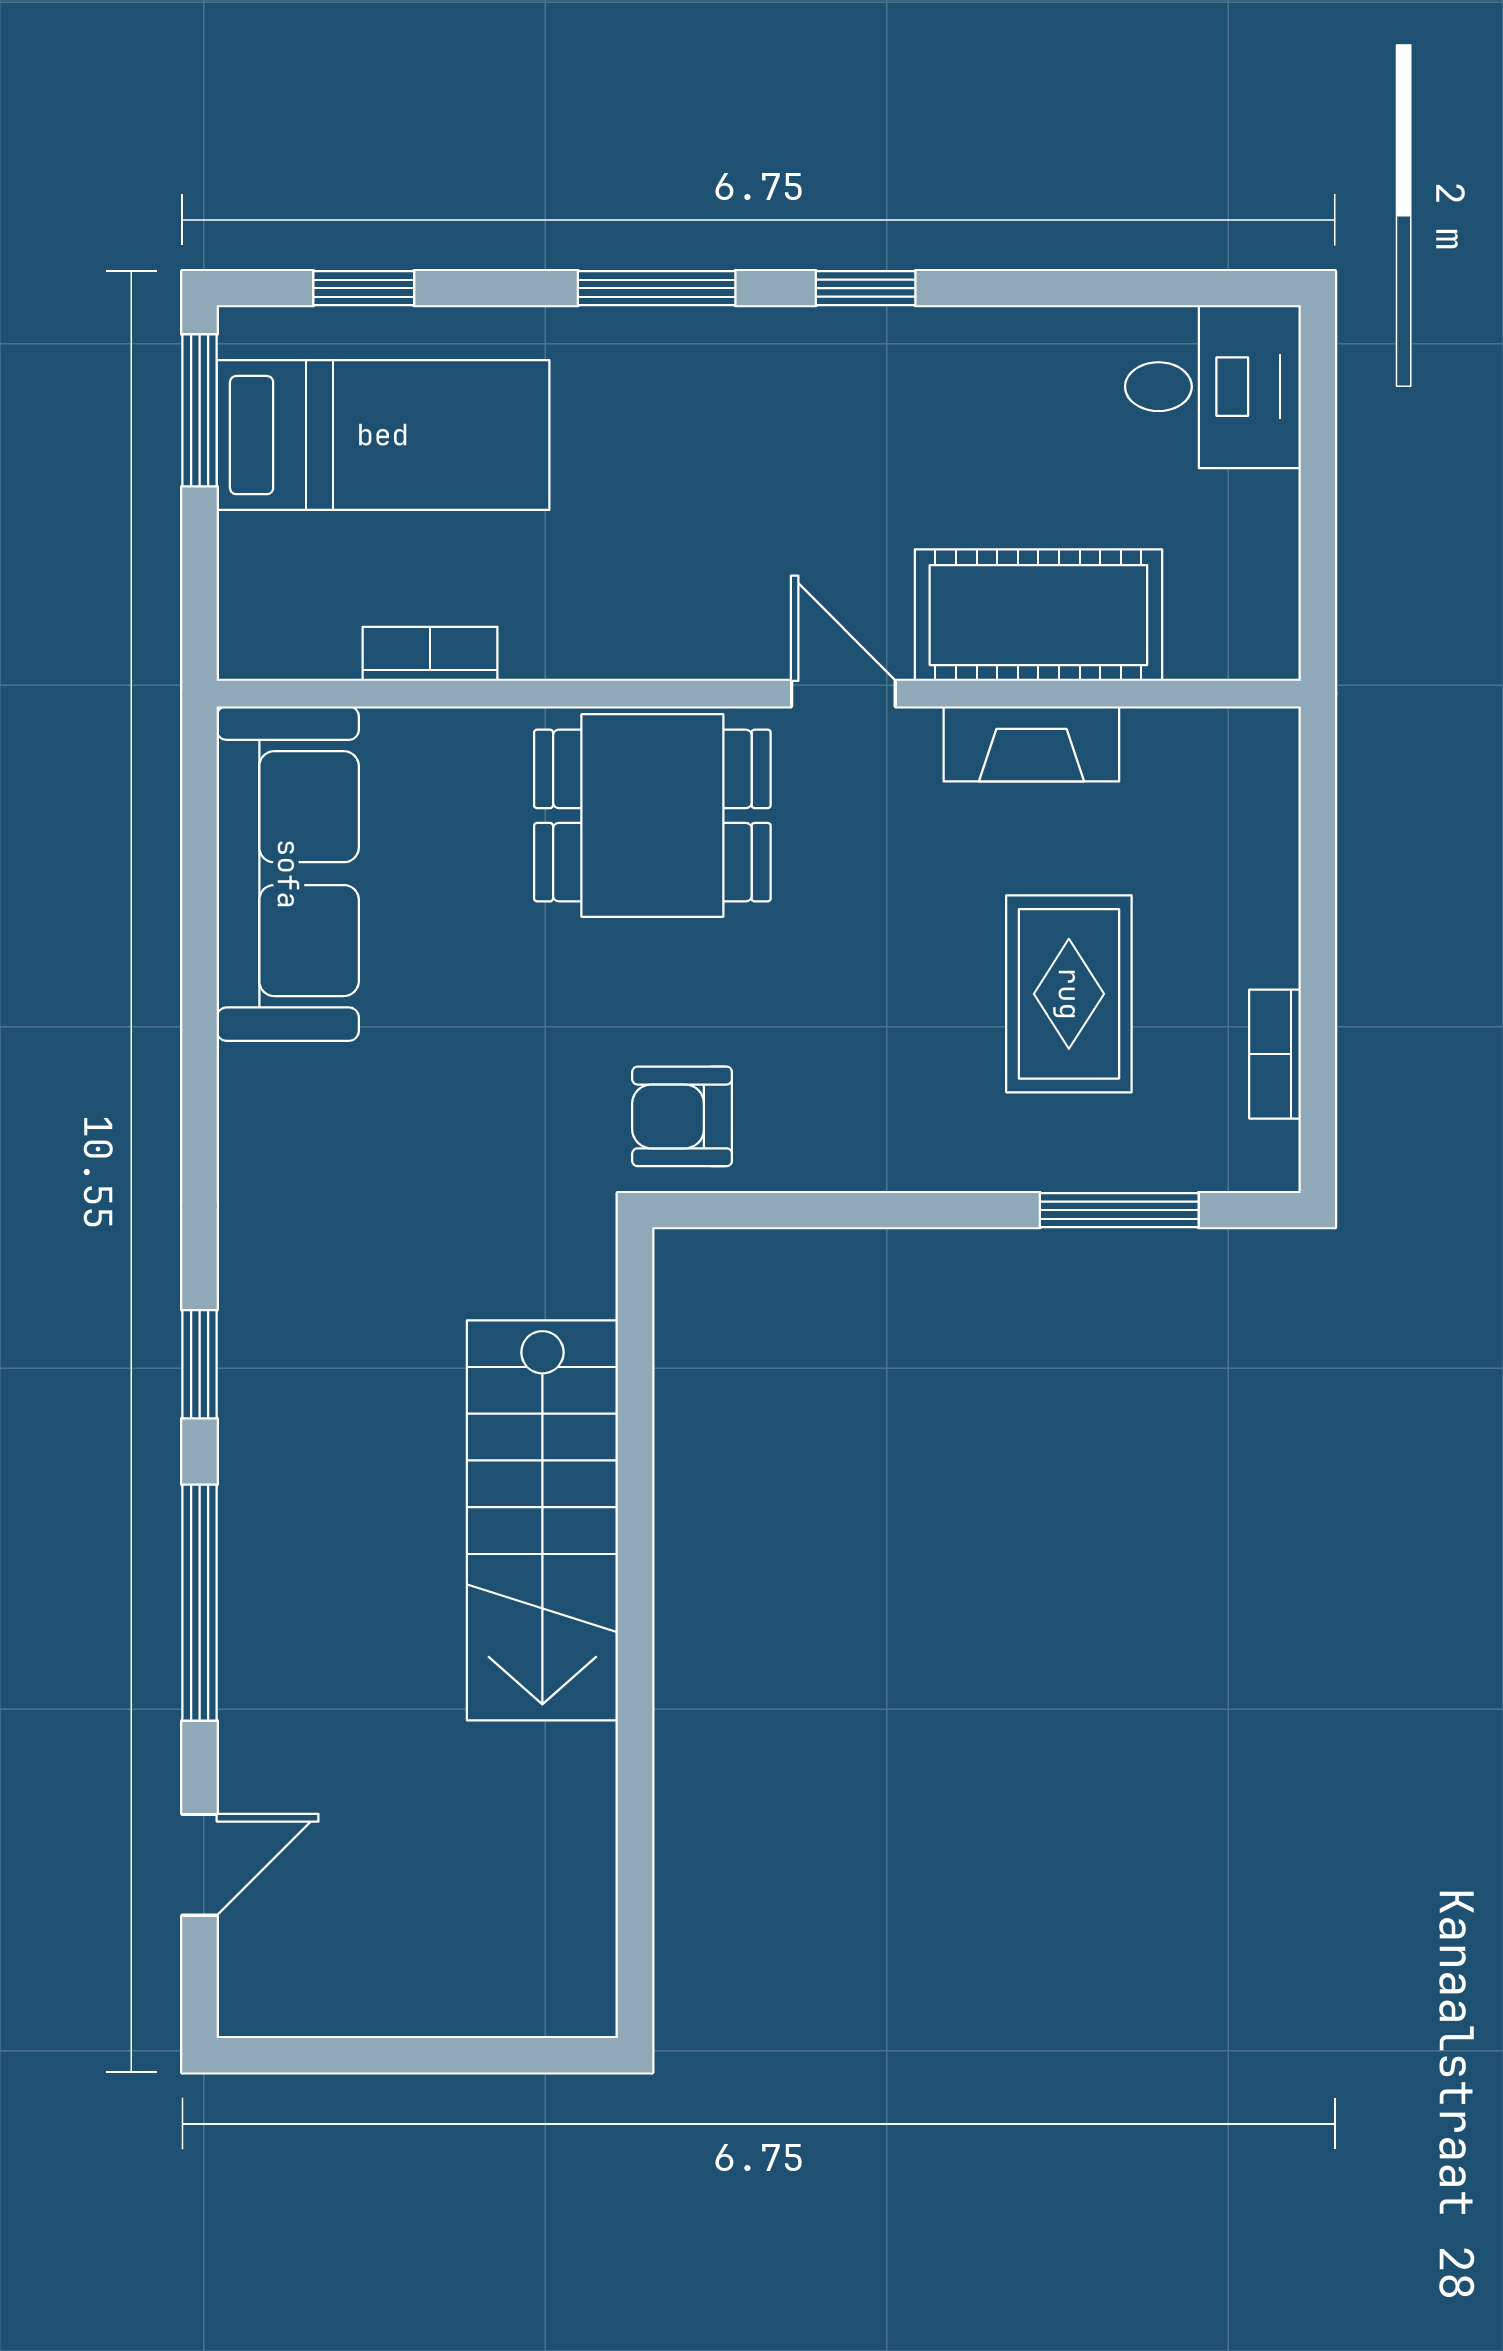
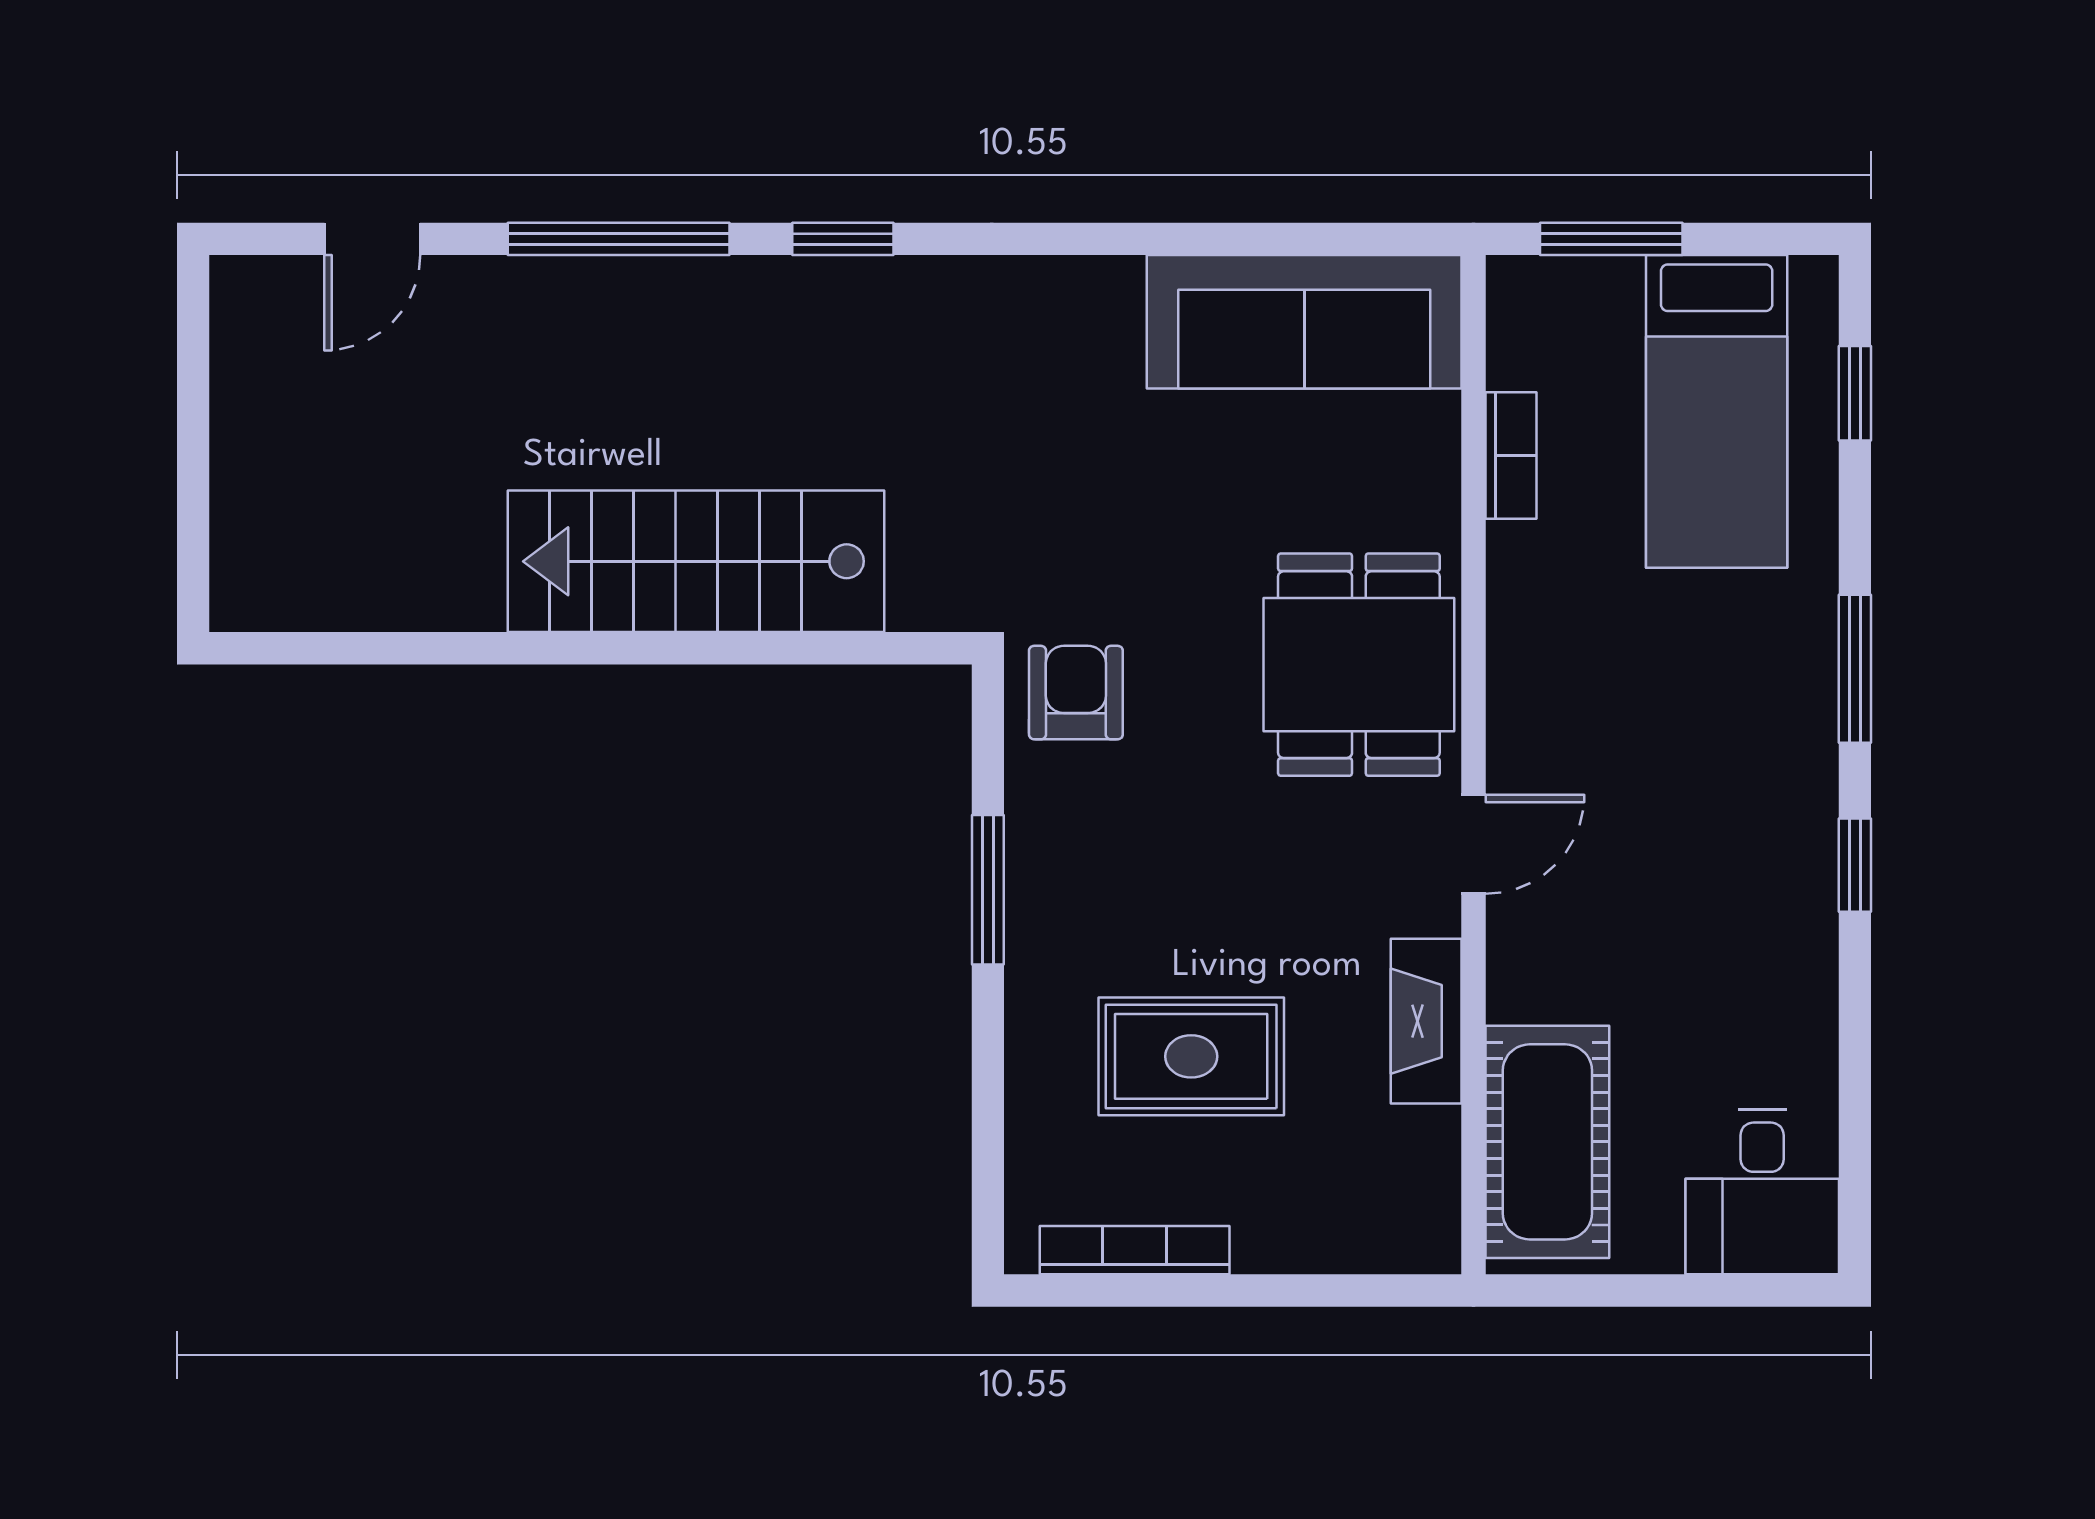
window: (200, 410) -> (1611, 239), moved
cot: (1038, 615) -> (1547, 1142), moved
bookcase: (1275, 1054) -> (1135, 1250), width x1.56
window: (1119, 1210) -> (988, 890), moved
door: (200, 1865) -> (372, 239), hinge flipped

